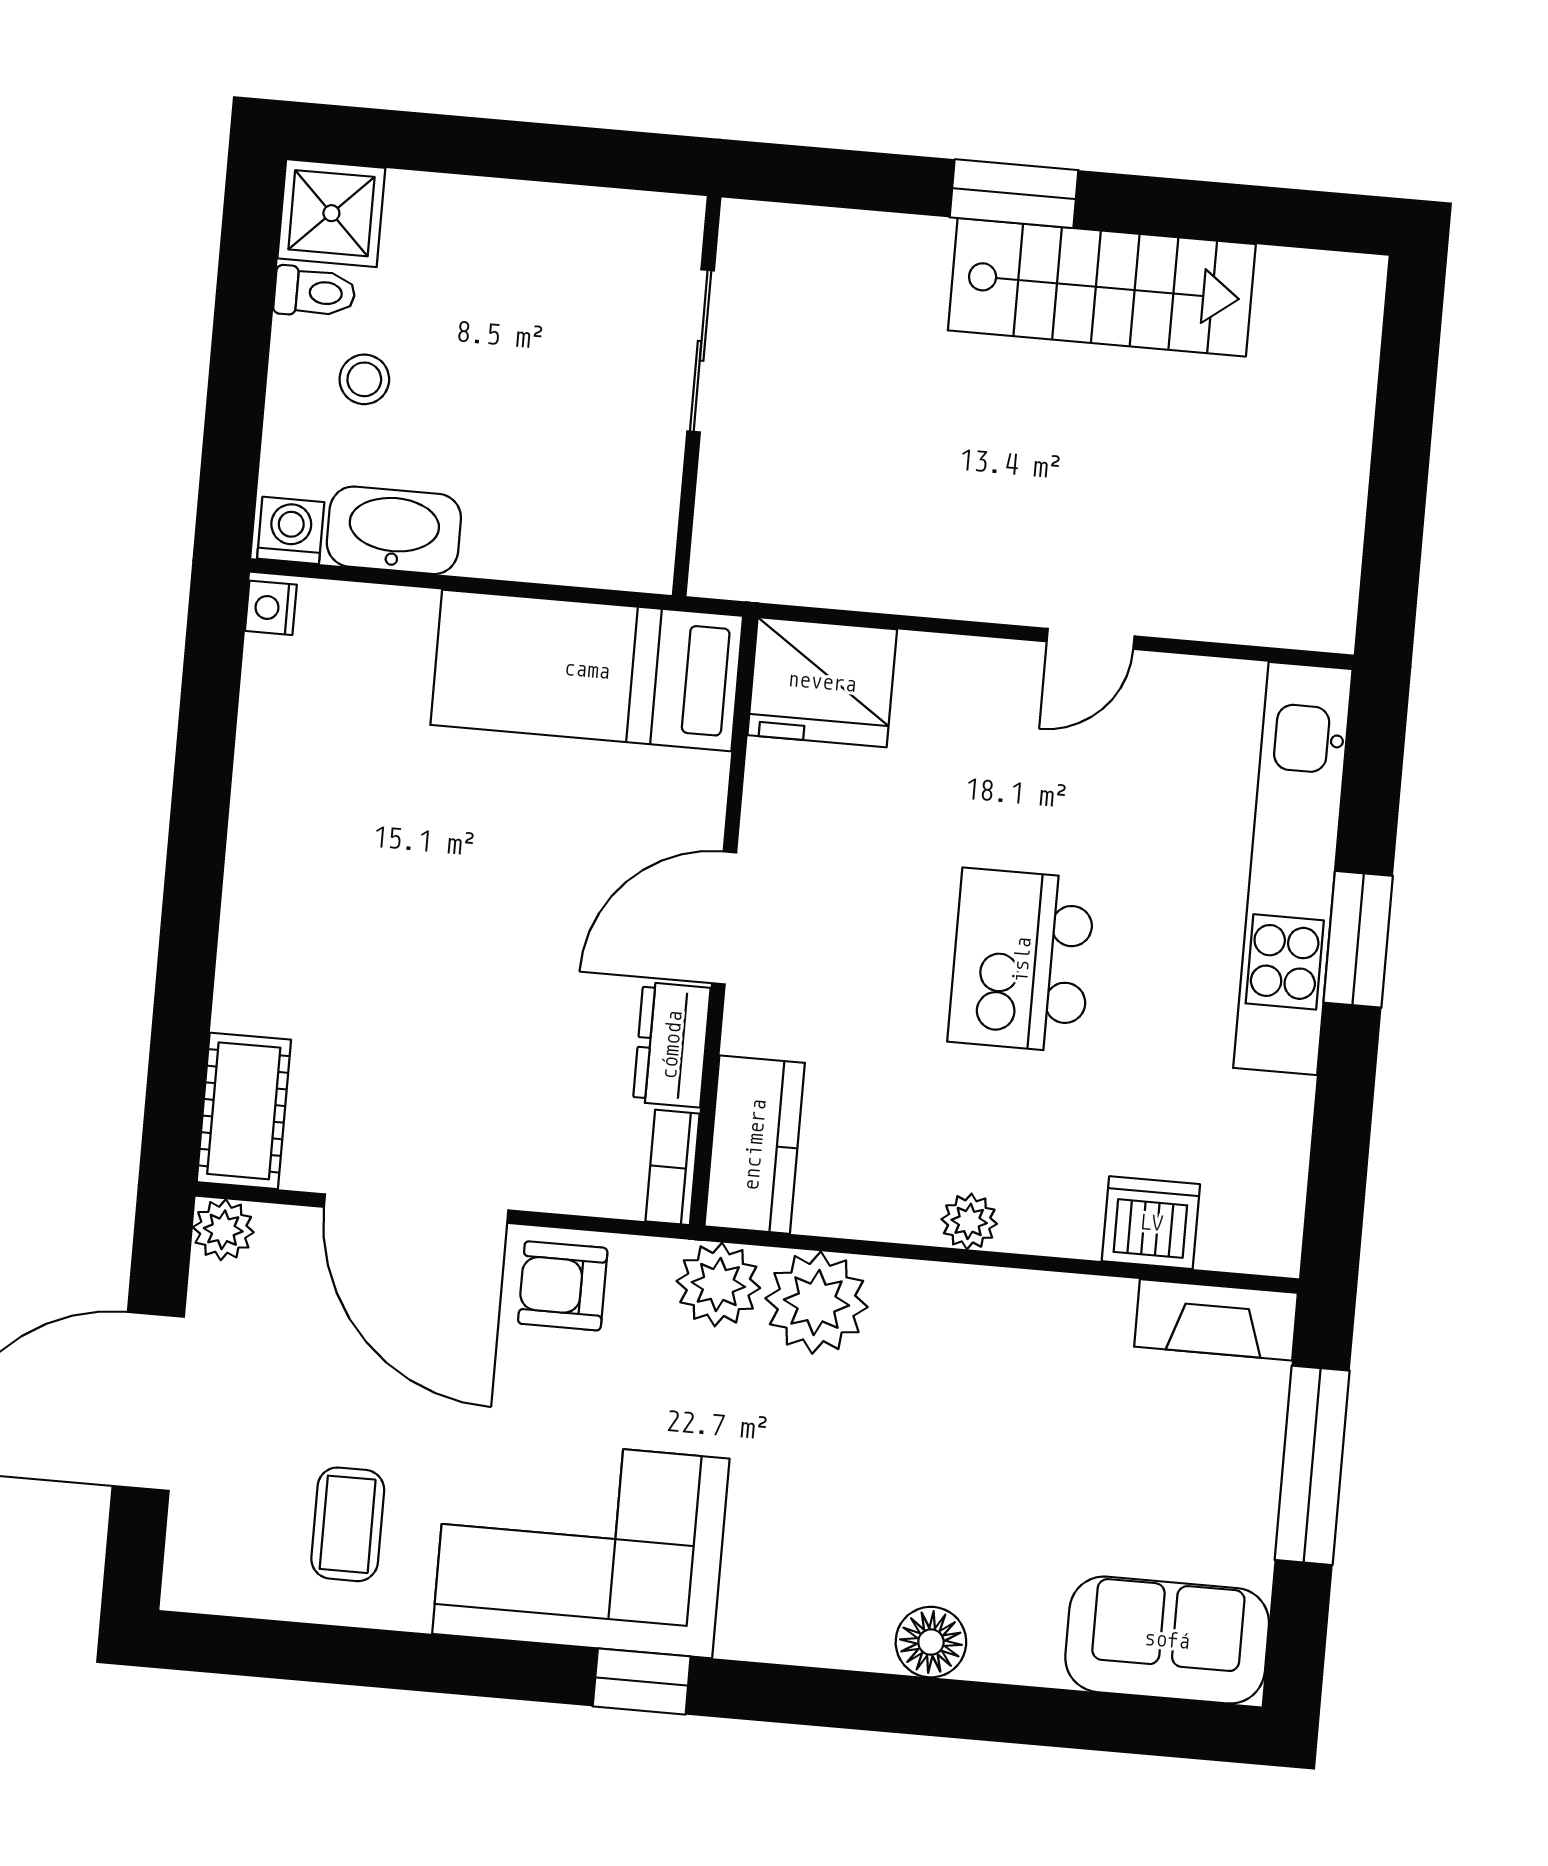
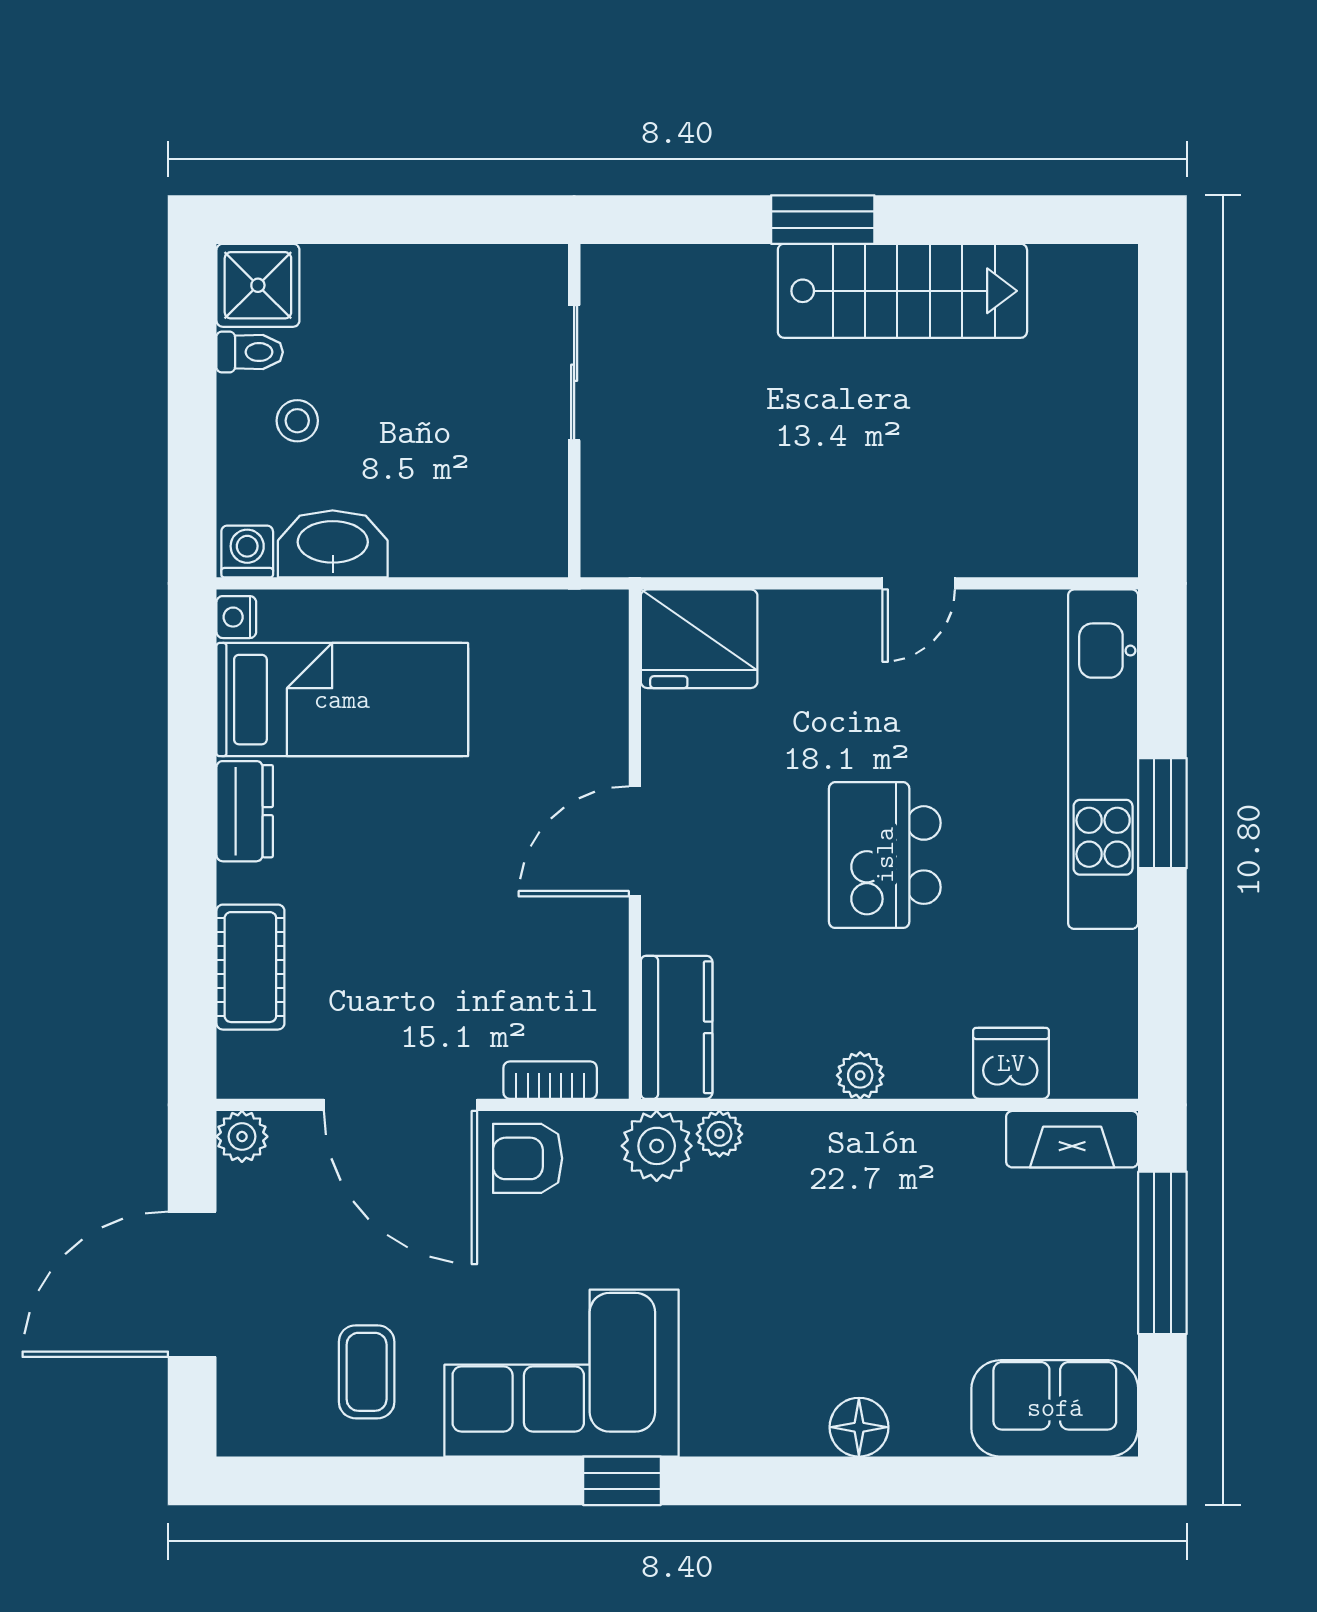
bed: (587, 670) -> (342, 700), moved, turned 180
dresser: (672, 1045) -> (245, 811), moved, turned 180
cot: (244, 1111) -> (250, 967), moved
bookcase: (672, 1167) -> (550, 1080), moved, turned 90
plant: (817, 1303) -> (719, 1134), width x0.53, depth x0.53

